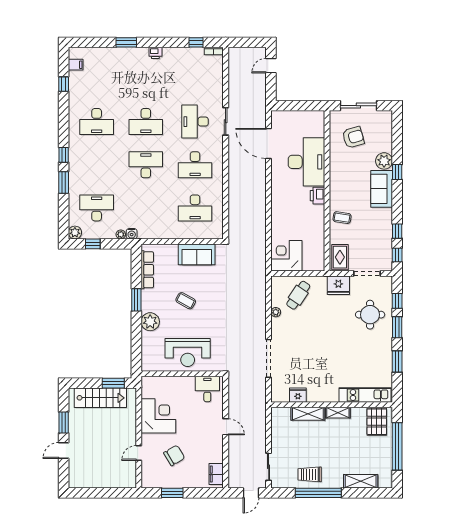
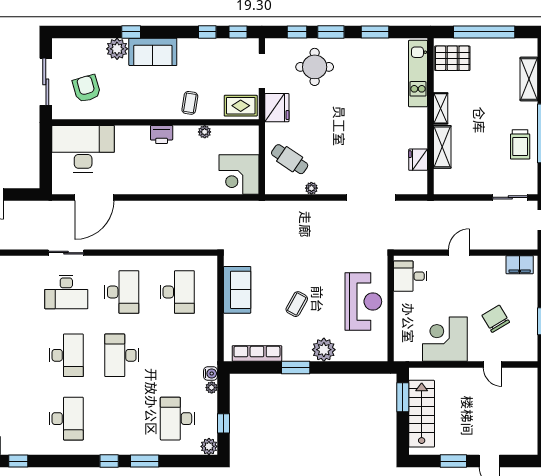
desk: (306, 162) -> (83, 149), moved
plant: (320, 229) -> (205, 132), added

